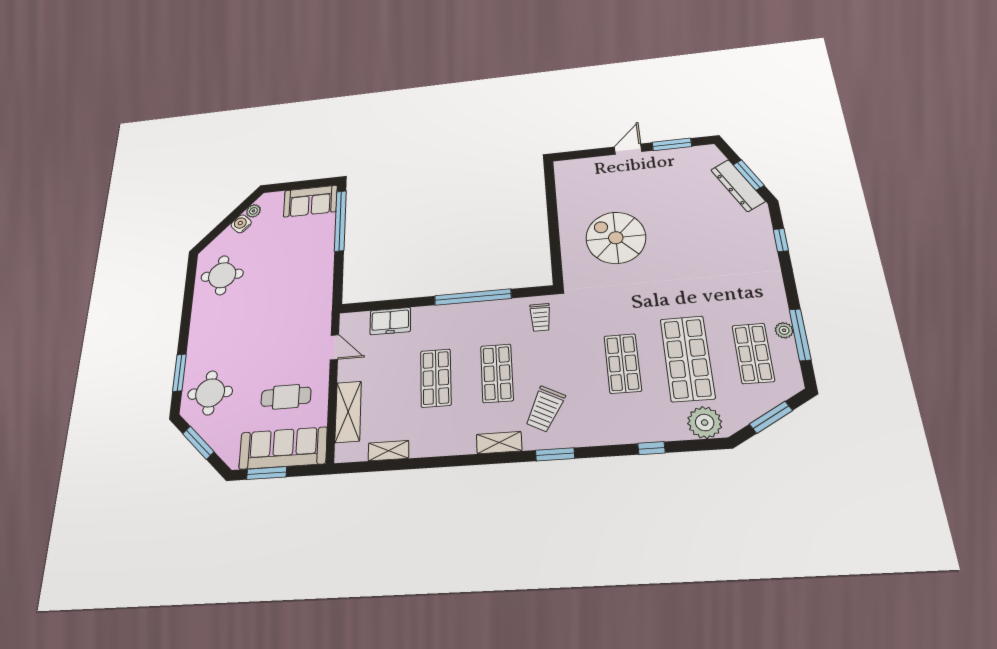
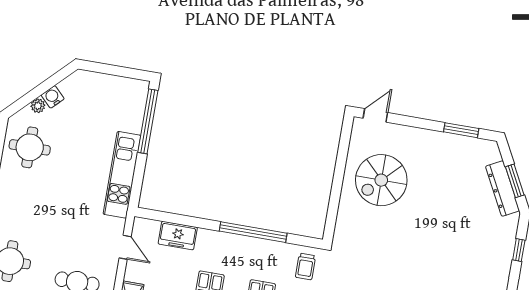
door: (628, 149) -> (375, 115), moved
sofa: (310, 201) -> (122, 91), removed
plant: (253, 211) -> (38, 106), moved
spiral stairs: (616, 238) -> (381, 180), moved, turned -90
kitchen unit: (321, 277) -> (122, 175), added

